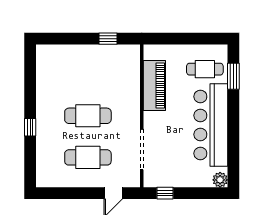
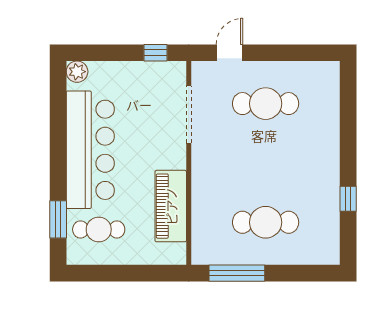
window: (108, 39) -> (237, 273), width x2.17
cafe table: (88, 116) -> (266, 222), moved
window: (30, 127) -> (348, 199), moved

